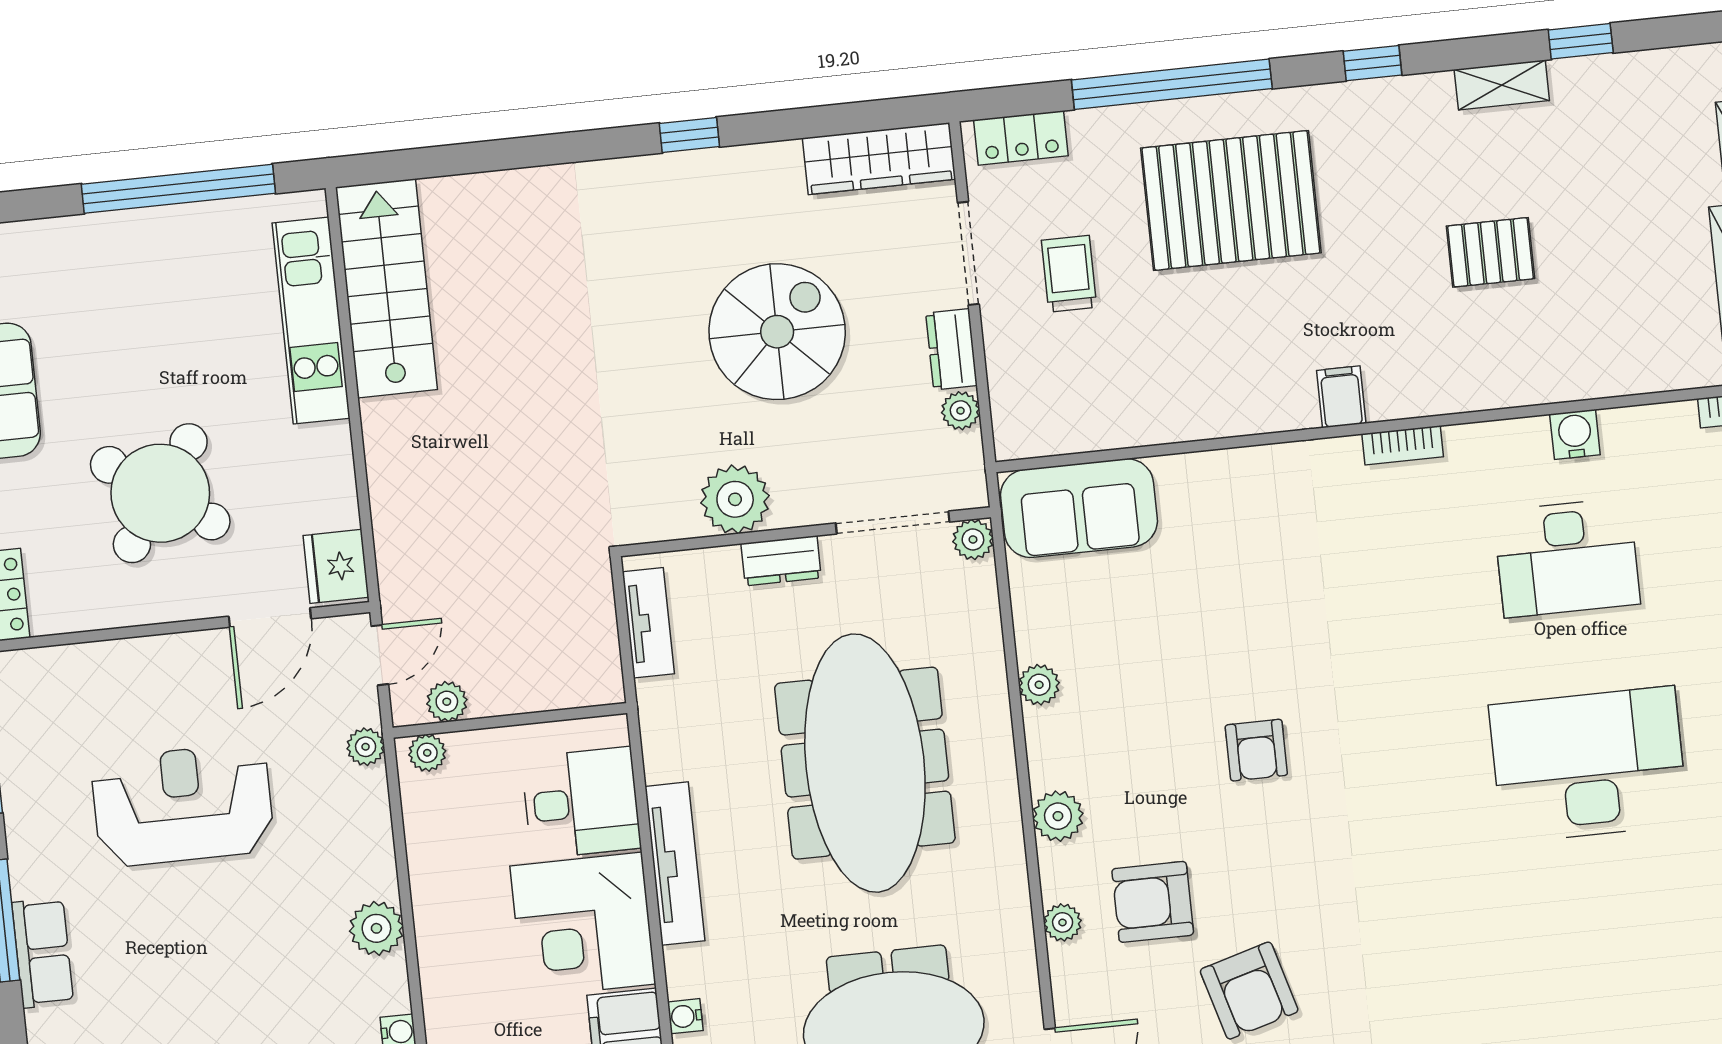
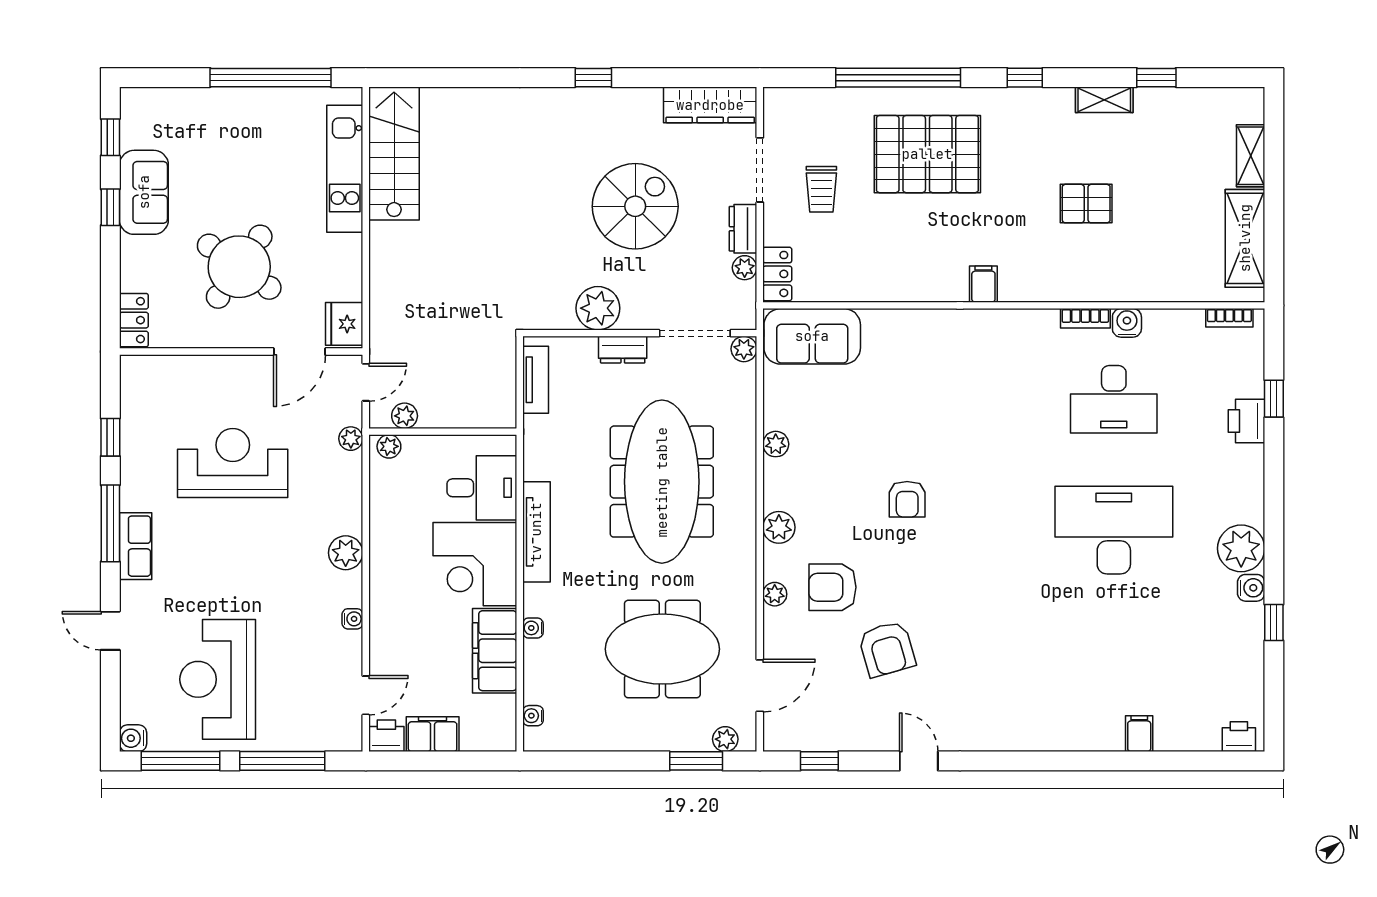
locker: (1021, 138) -> (777, 274), moved, turned -90
trolley: (1069, 274) -> (821, 189), turned 180
bookcase: (1403, 445) -> (1085, 318), moved

